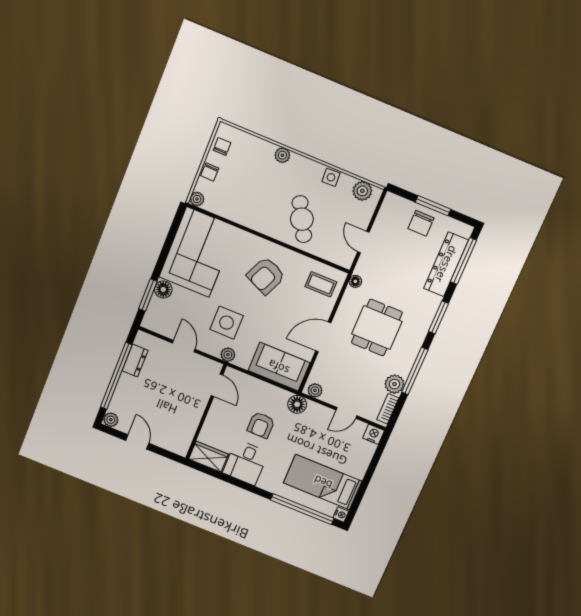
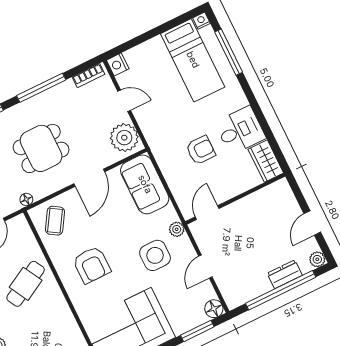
armchair: (266, 276) -> (92, 265), turned 66
coffee table: (321, 284) -> (55, 221), turned 32
floor lamp: (163, 289) -> (214, 309), moved
door: (323, 337) -> (89, 178), hinge flipped
dresser: (135, 361) -> (285, 274), moved
plant: (394, 384) -> (66, 91), removed
plant: (315, 390) -> (124, 138), width x1.88, depth x1.88
floor lamp: (297, 404) -> (157, 142), removed
window: (302, 509) -> (229, 52), width x0.68

